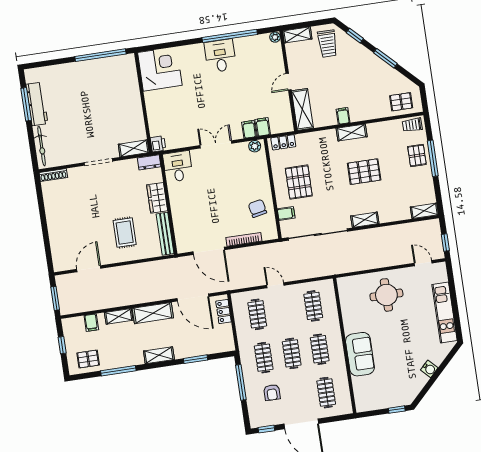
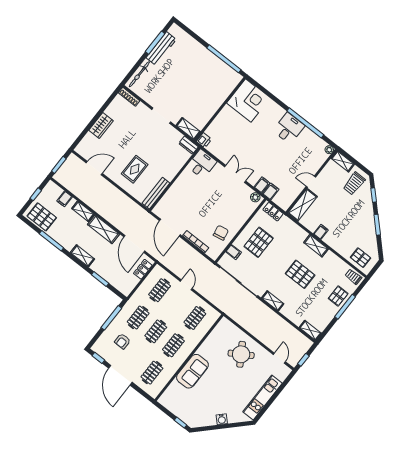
wardrobe: (157, 198) -> (101, 125), moved, turned 180
round table: (386, 295) -> (241, 354), turned -32
pallet: (88, 359) -> (42, 217), width x1.50, depth x1.42

